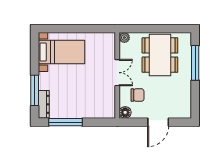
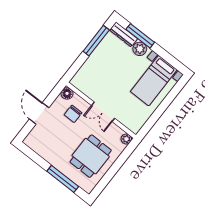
dining table: (160, 55) -> (91, 156), width x0.73
plant: (45, 83) -> (140, 49), added

